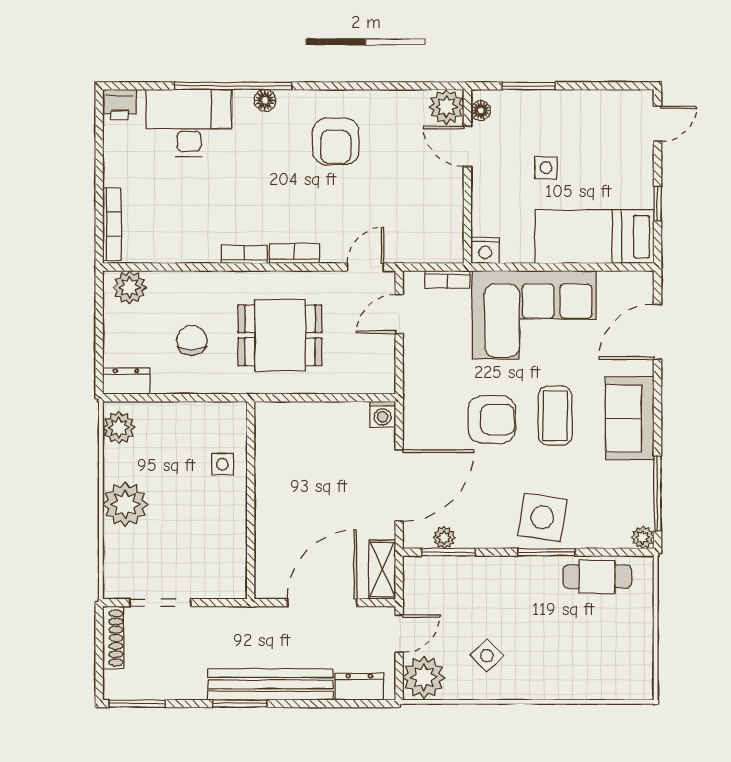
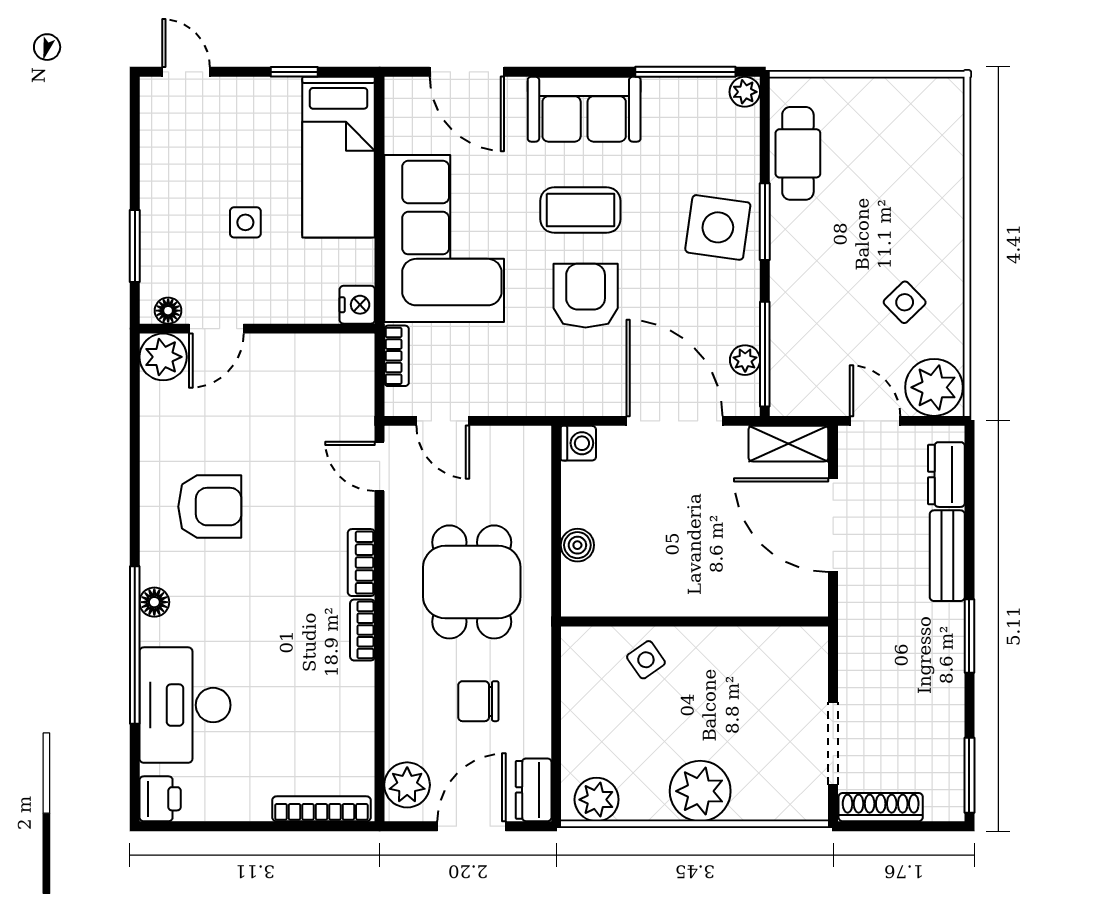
door: (99, 335) -> (472, 826), added
boiler: (307, 413) -> (577, 545), added
side table: (222, 464) -> (646, 660), turned -35
window: (449, 552) -> (765, 354), width x1.44
bench: (270, 684) -> (947, 556), width x0.54, depth x0.82

